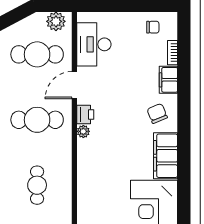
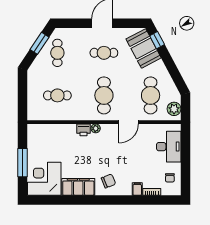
desk: (94, 44) -> (169, 147), moved, turned 90
filing cabinet: (168, 80) -> (137, 189), width x0.50
door: (74, 85) -> (129, 122), swing flipped
printer: (85, 114) -> (84, 130), moved

